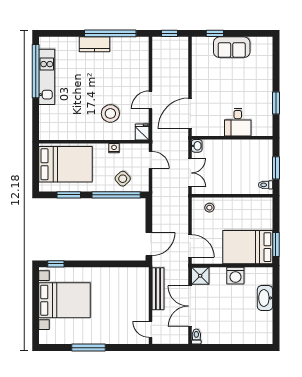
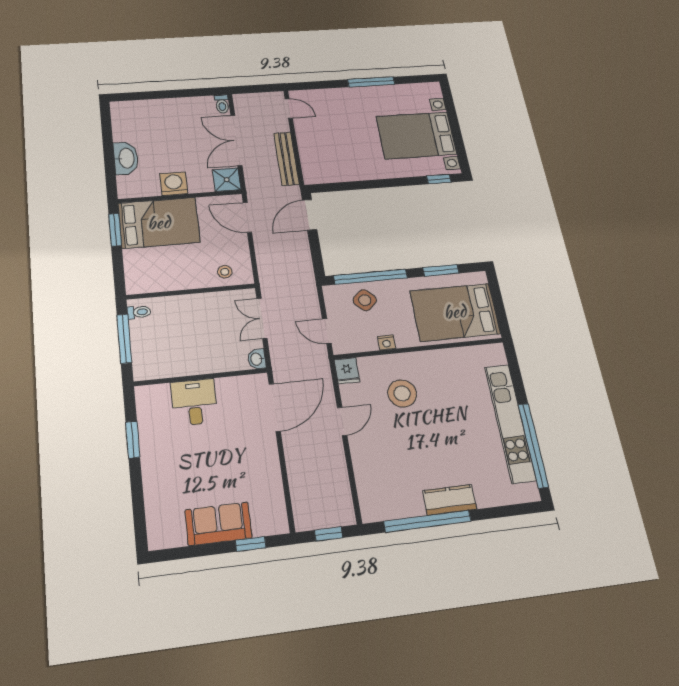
kitchen unit: (47, 77) -> (510, 423), width x1.36
window: (276, 168) -> (124, 339), width x1.44
double door: (190, 306) -> (236, 140), swing flipped

